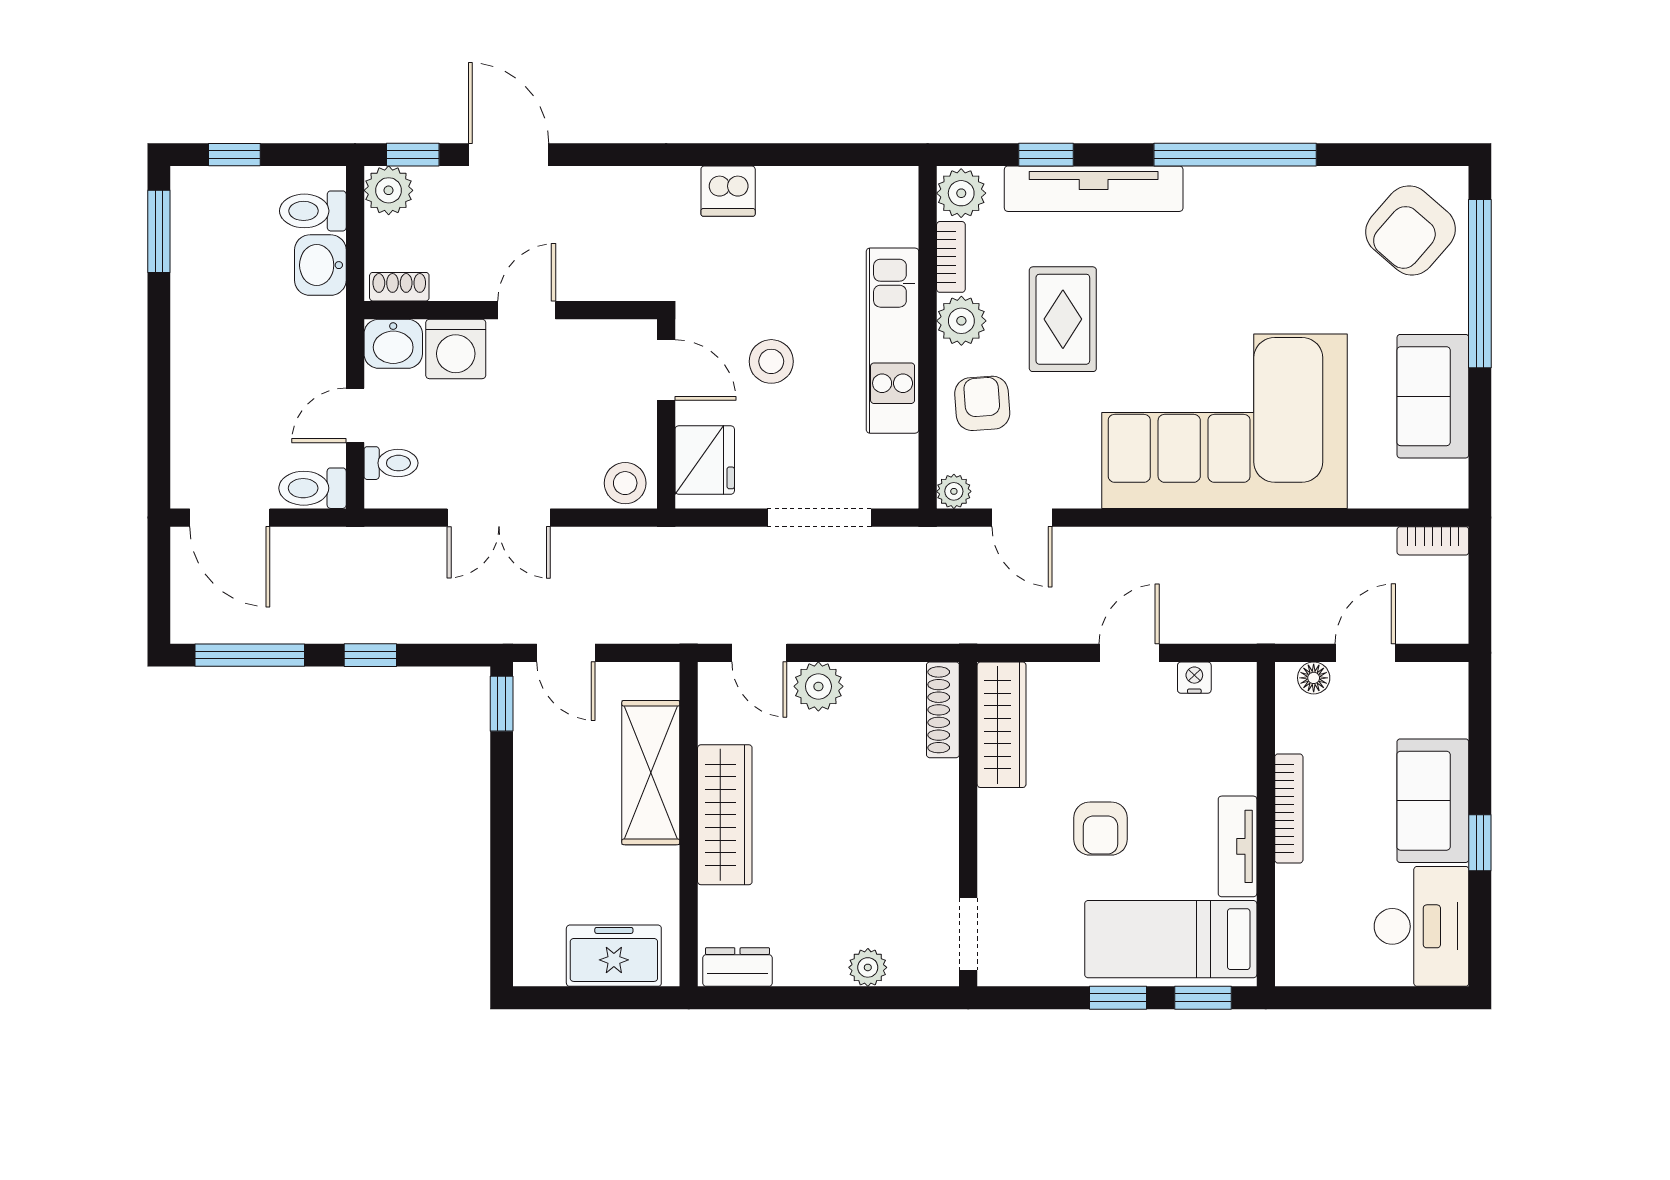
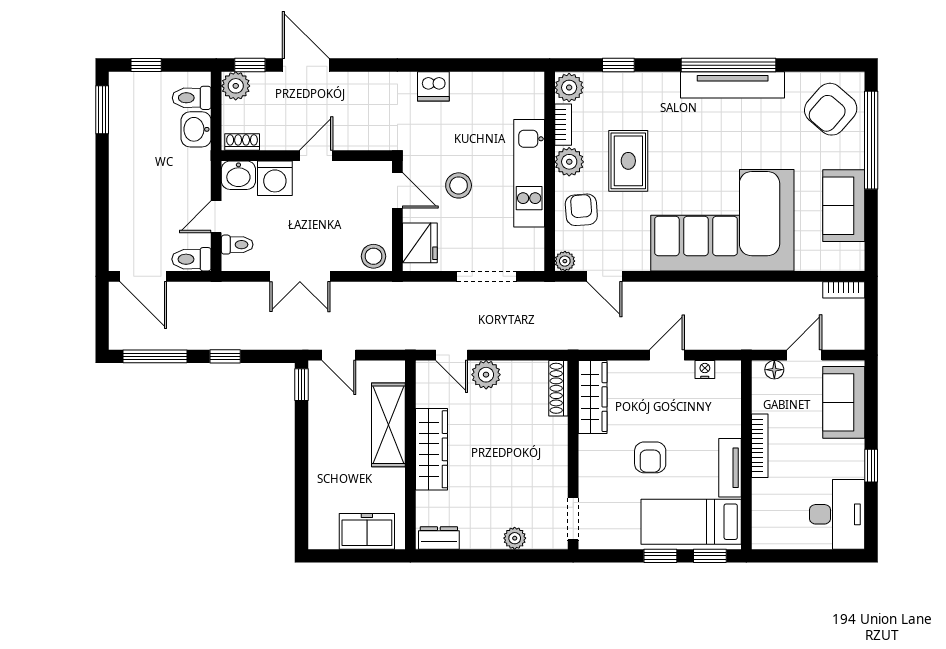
tv unit: (1094, 189) -> (733, 85), moved
sofa: (1433, 801) -> (844, 402), moved

